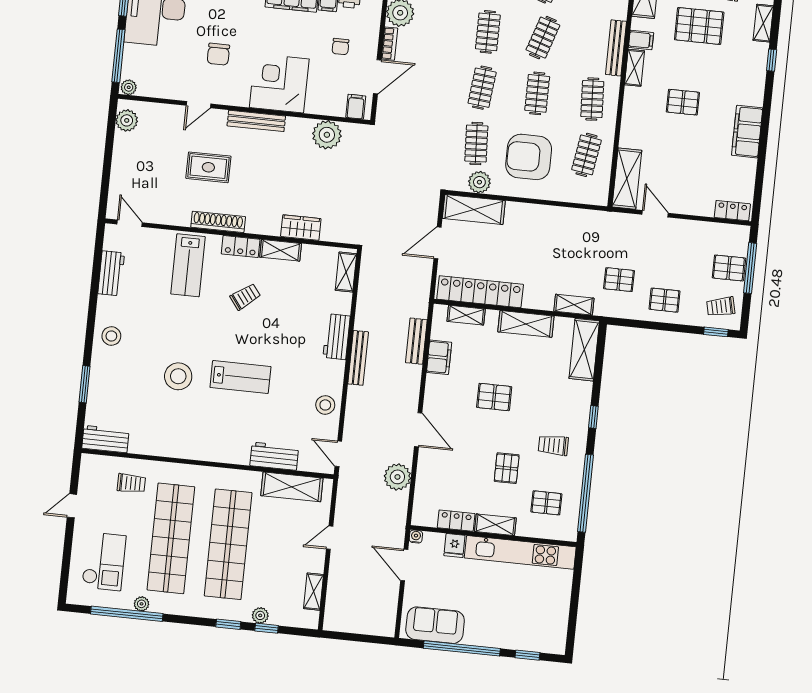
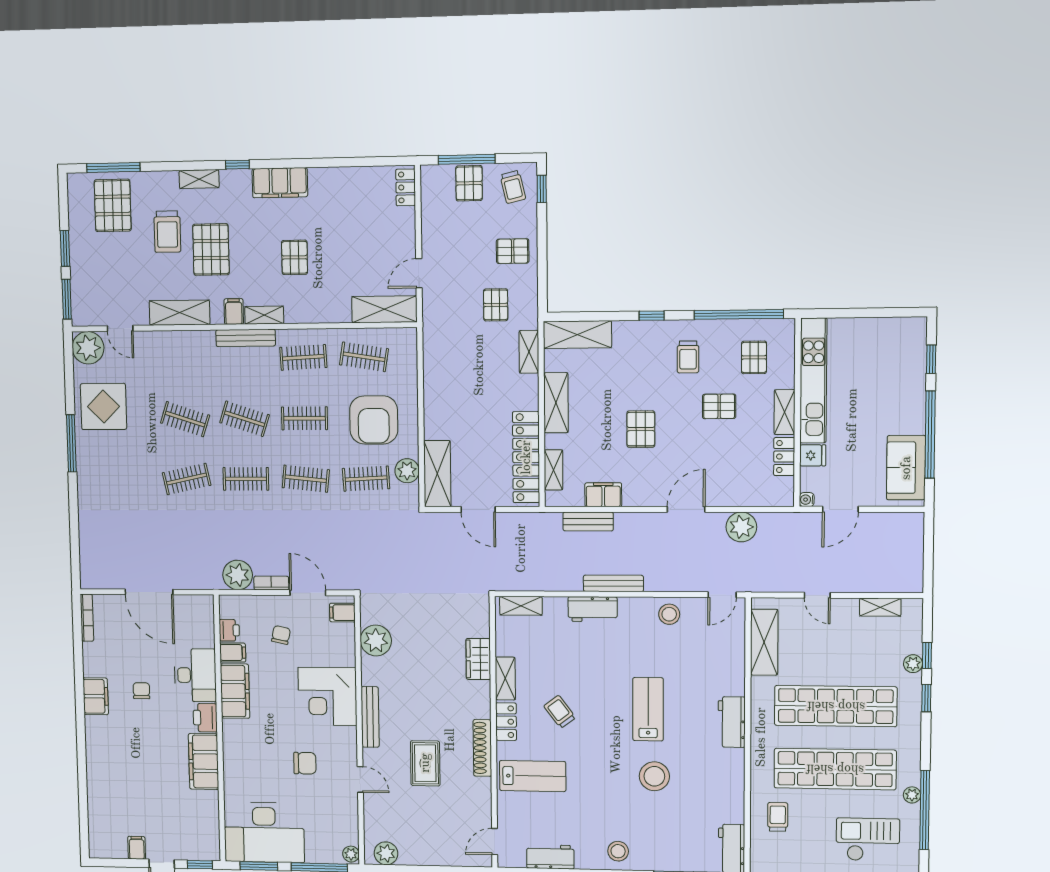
chair: (340, 47) -> (281, 635), turned -78
filing cabinet: (747, 132) -> (280, 183), moved
pallet: (665, 300) -> (513, 251), turned 90
workbench: (274, 456) -> (732, 722), moved

